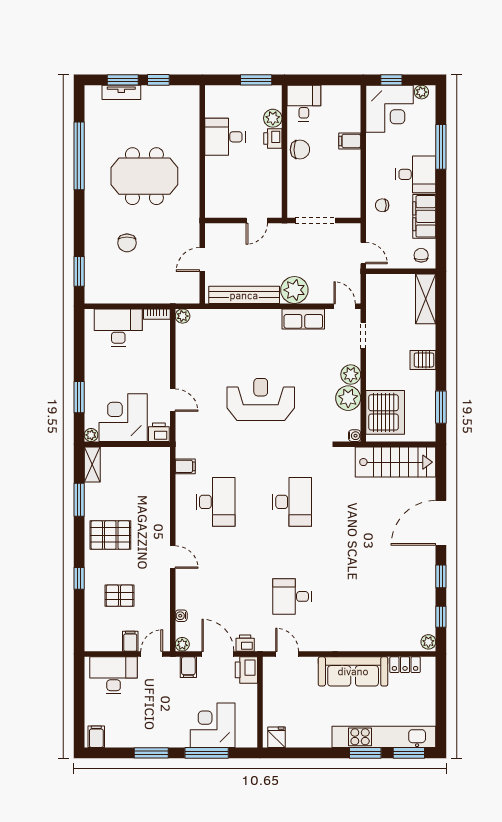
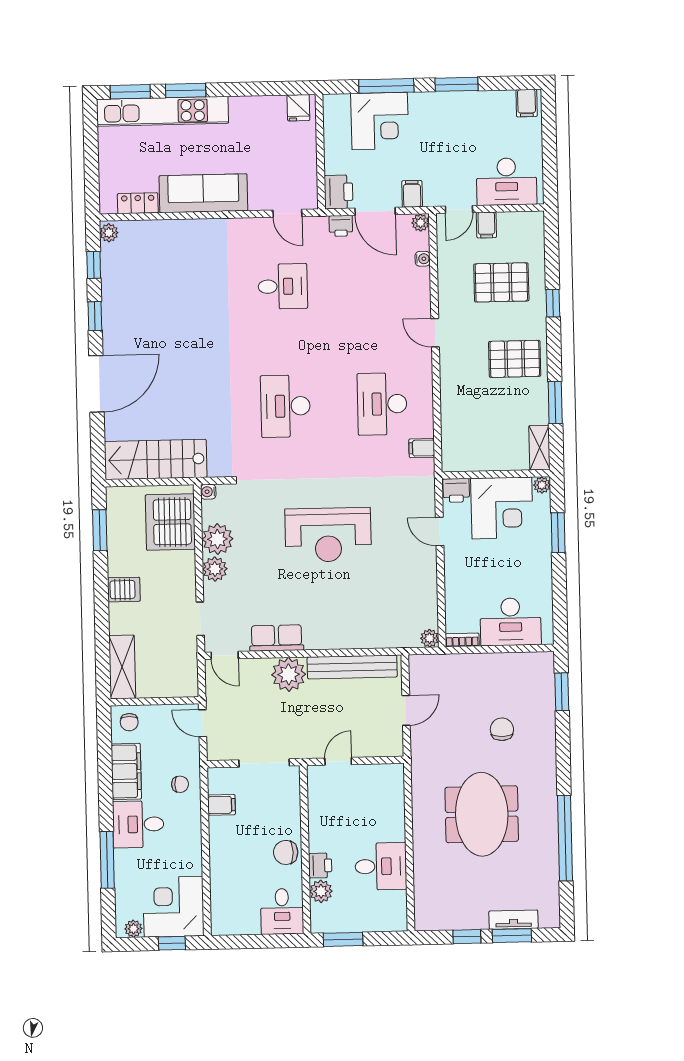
filing cabinet: (350, 141) -> (221, 805), moved
meeting table: (144, 176) -> (482, 814), turned 90
pallet: (119, 596) -> (501, 282), width x1.50, depth x1.42

